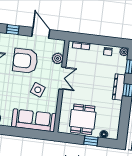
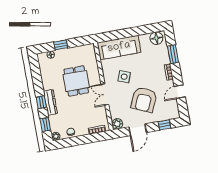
door: (41, 33) -> (138, 130), hinge flipped
plant: (58, 58) -> (117, 124), moved
armchair: (25, 61) -> (144, 100), turned 114
dining table: (83, 119) -> (76, 81), moved

